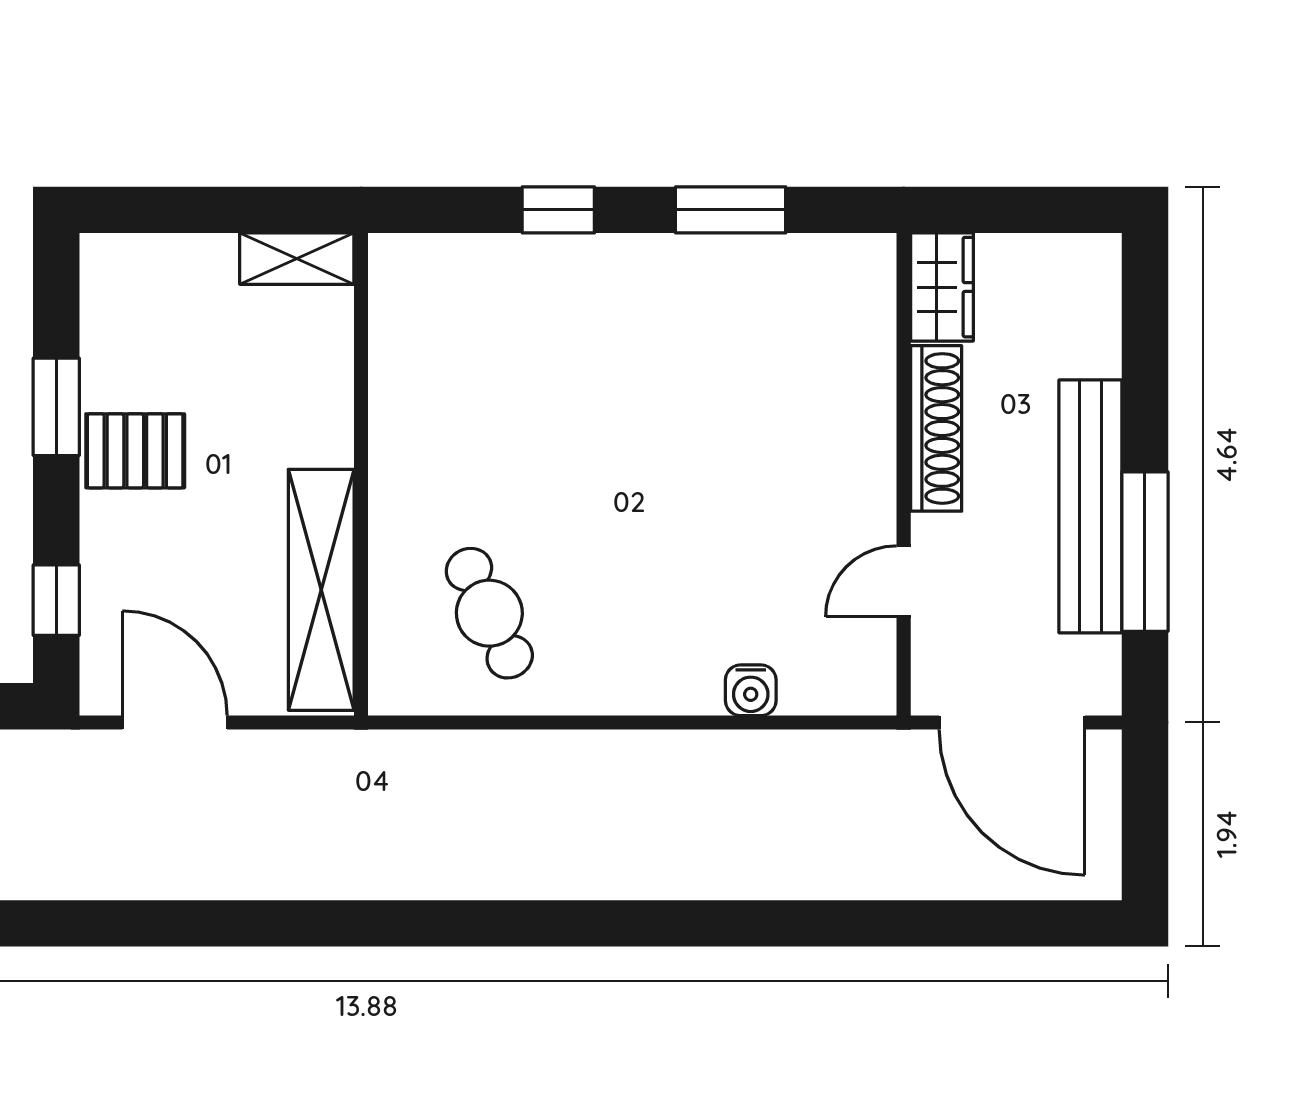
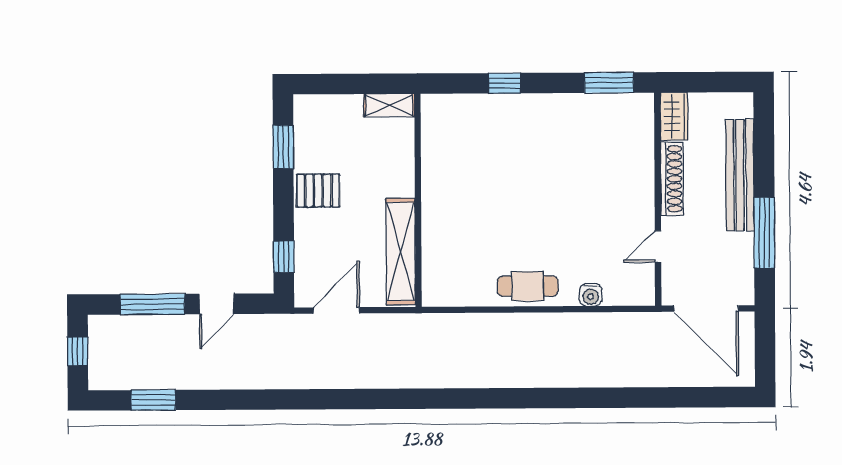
window: (731, 210) -> (609, 83), moved
window: (56, 407) -> (283, 147), moved
bench: (1090, 506) -> (740, 175), moved
cafe table: (489, 613) -> (528, 286), moved, turned -65
door: (175, 722) -> (336, 310), hinge flipped

